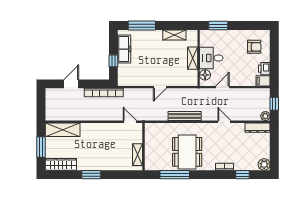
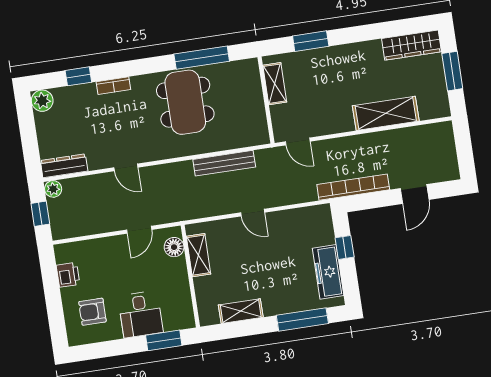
shelving: (193, 58) -> (198, 255), moved
desk: (211, 58) -> (141, 314), moved, turned 90
filing cabinet: (263, 81) -> (67, 252), removed
door: (160, 87) -> (253, 213), swing flipped
bench: (185, 116) -> (224, 163), moved
shelving: (63, 130) -> (386, 113), moved
window: (91, 175) -> (311, 41), moved

